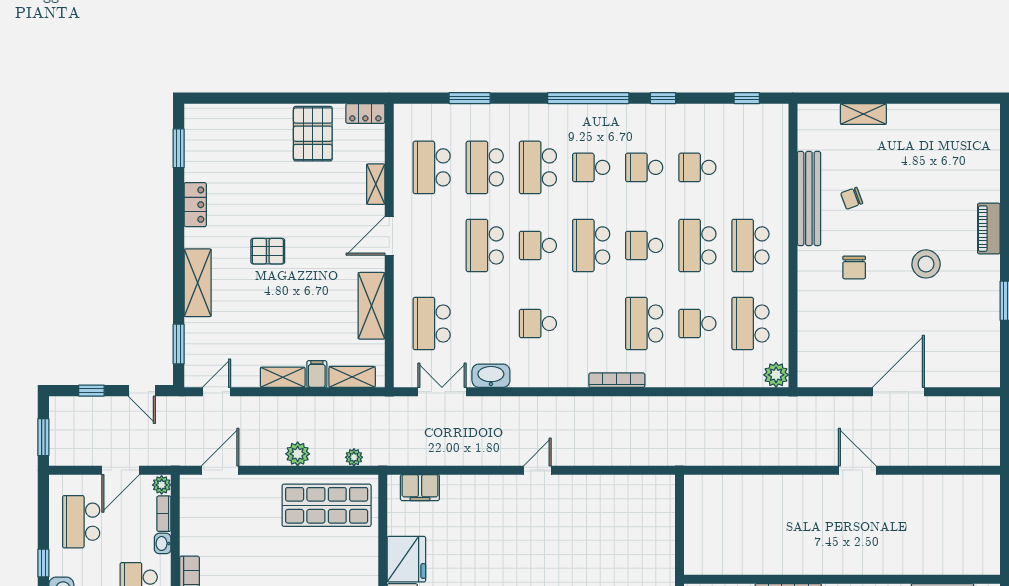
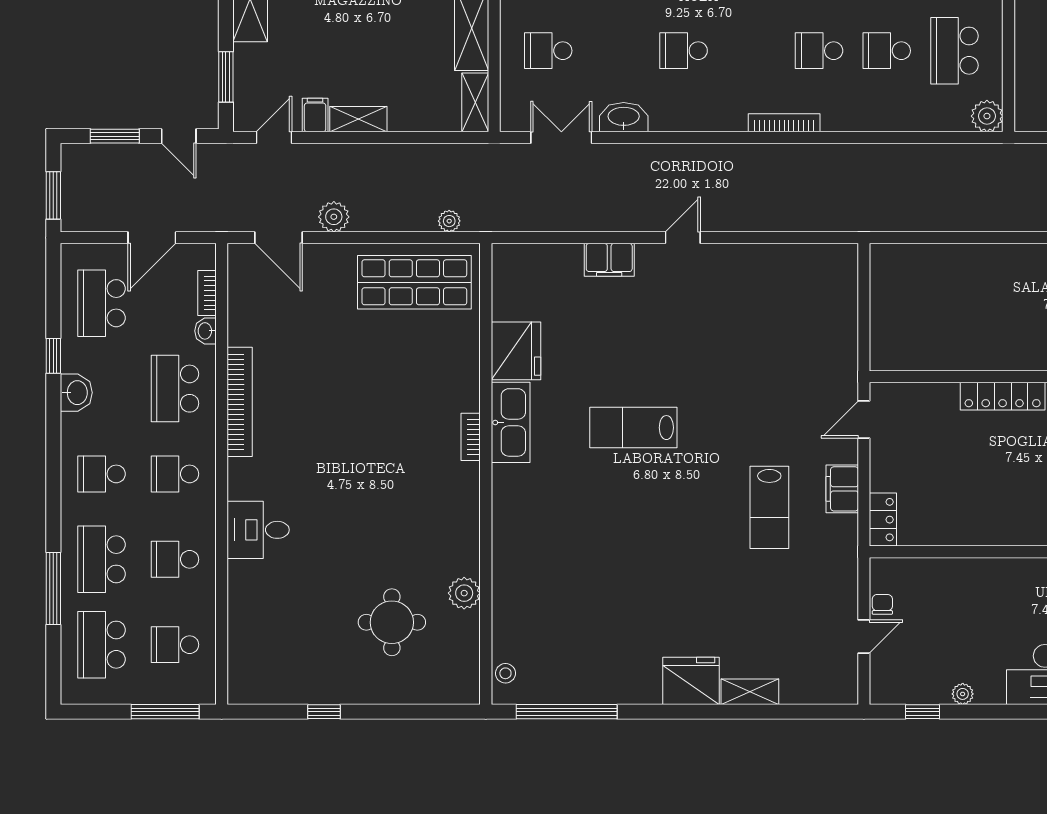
school desk: (432, 323) -> (548, 51), width x0.54
school desk: (644, 323) -> (819, 51), width x0.54
filing cabinet: (317, 374) -> (315, 115), moved
shelving: (352, 377) -> (475, 102), moved, turned 90
window: (91, 391) -> (115, 136), width x1.50
plant: (298, 454) -> (334, 217), moved
door: (220, 470) -> (279, 238), swing flipped
plant: (162, 485) -> (204, 256), removed
filing cabinet: (420, 488) -> (609, 260), moved

